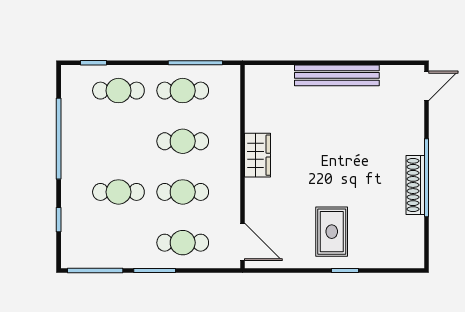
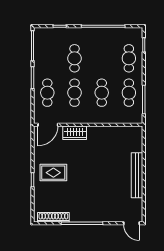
wardrobe: (257, 155) -> (75, 133), moved
shoe rack: (415, 185) -> (53, 217), moved

